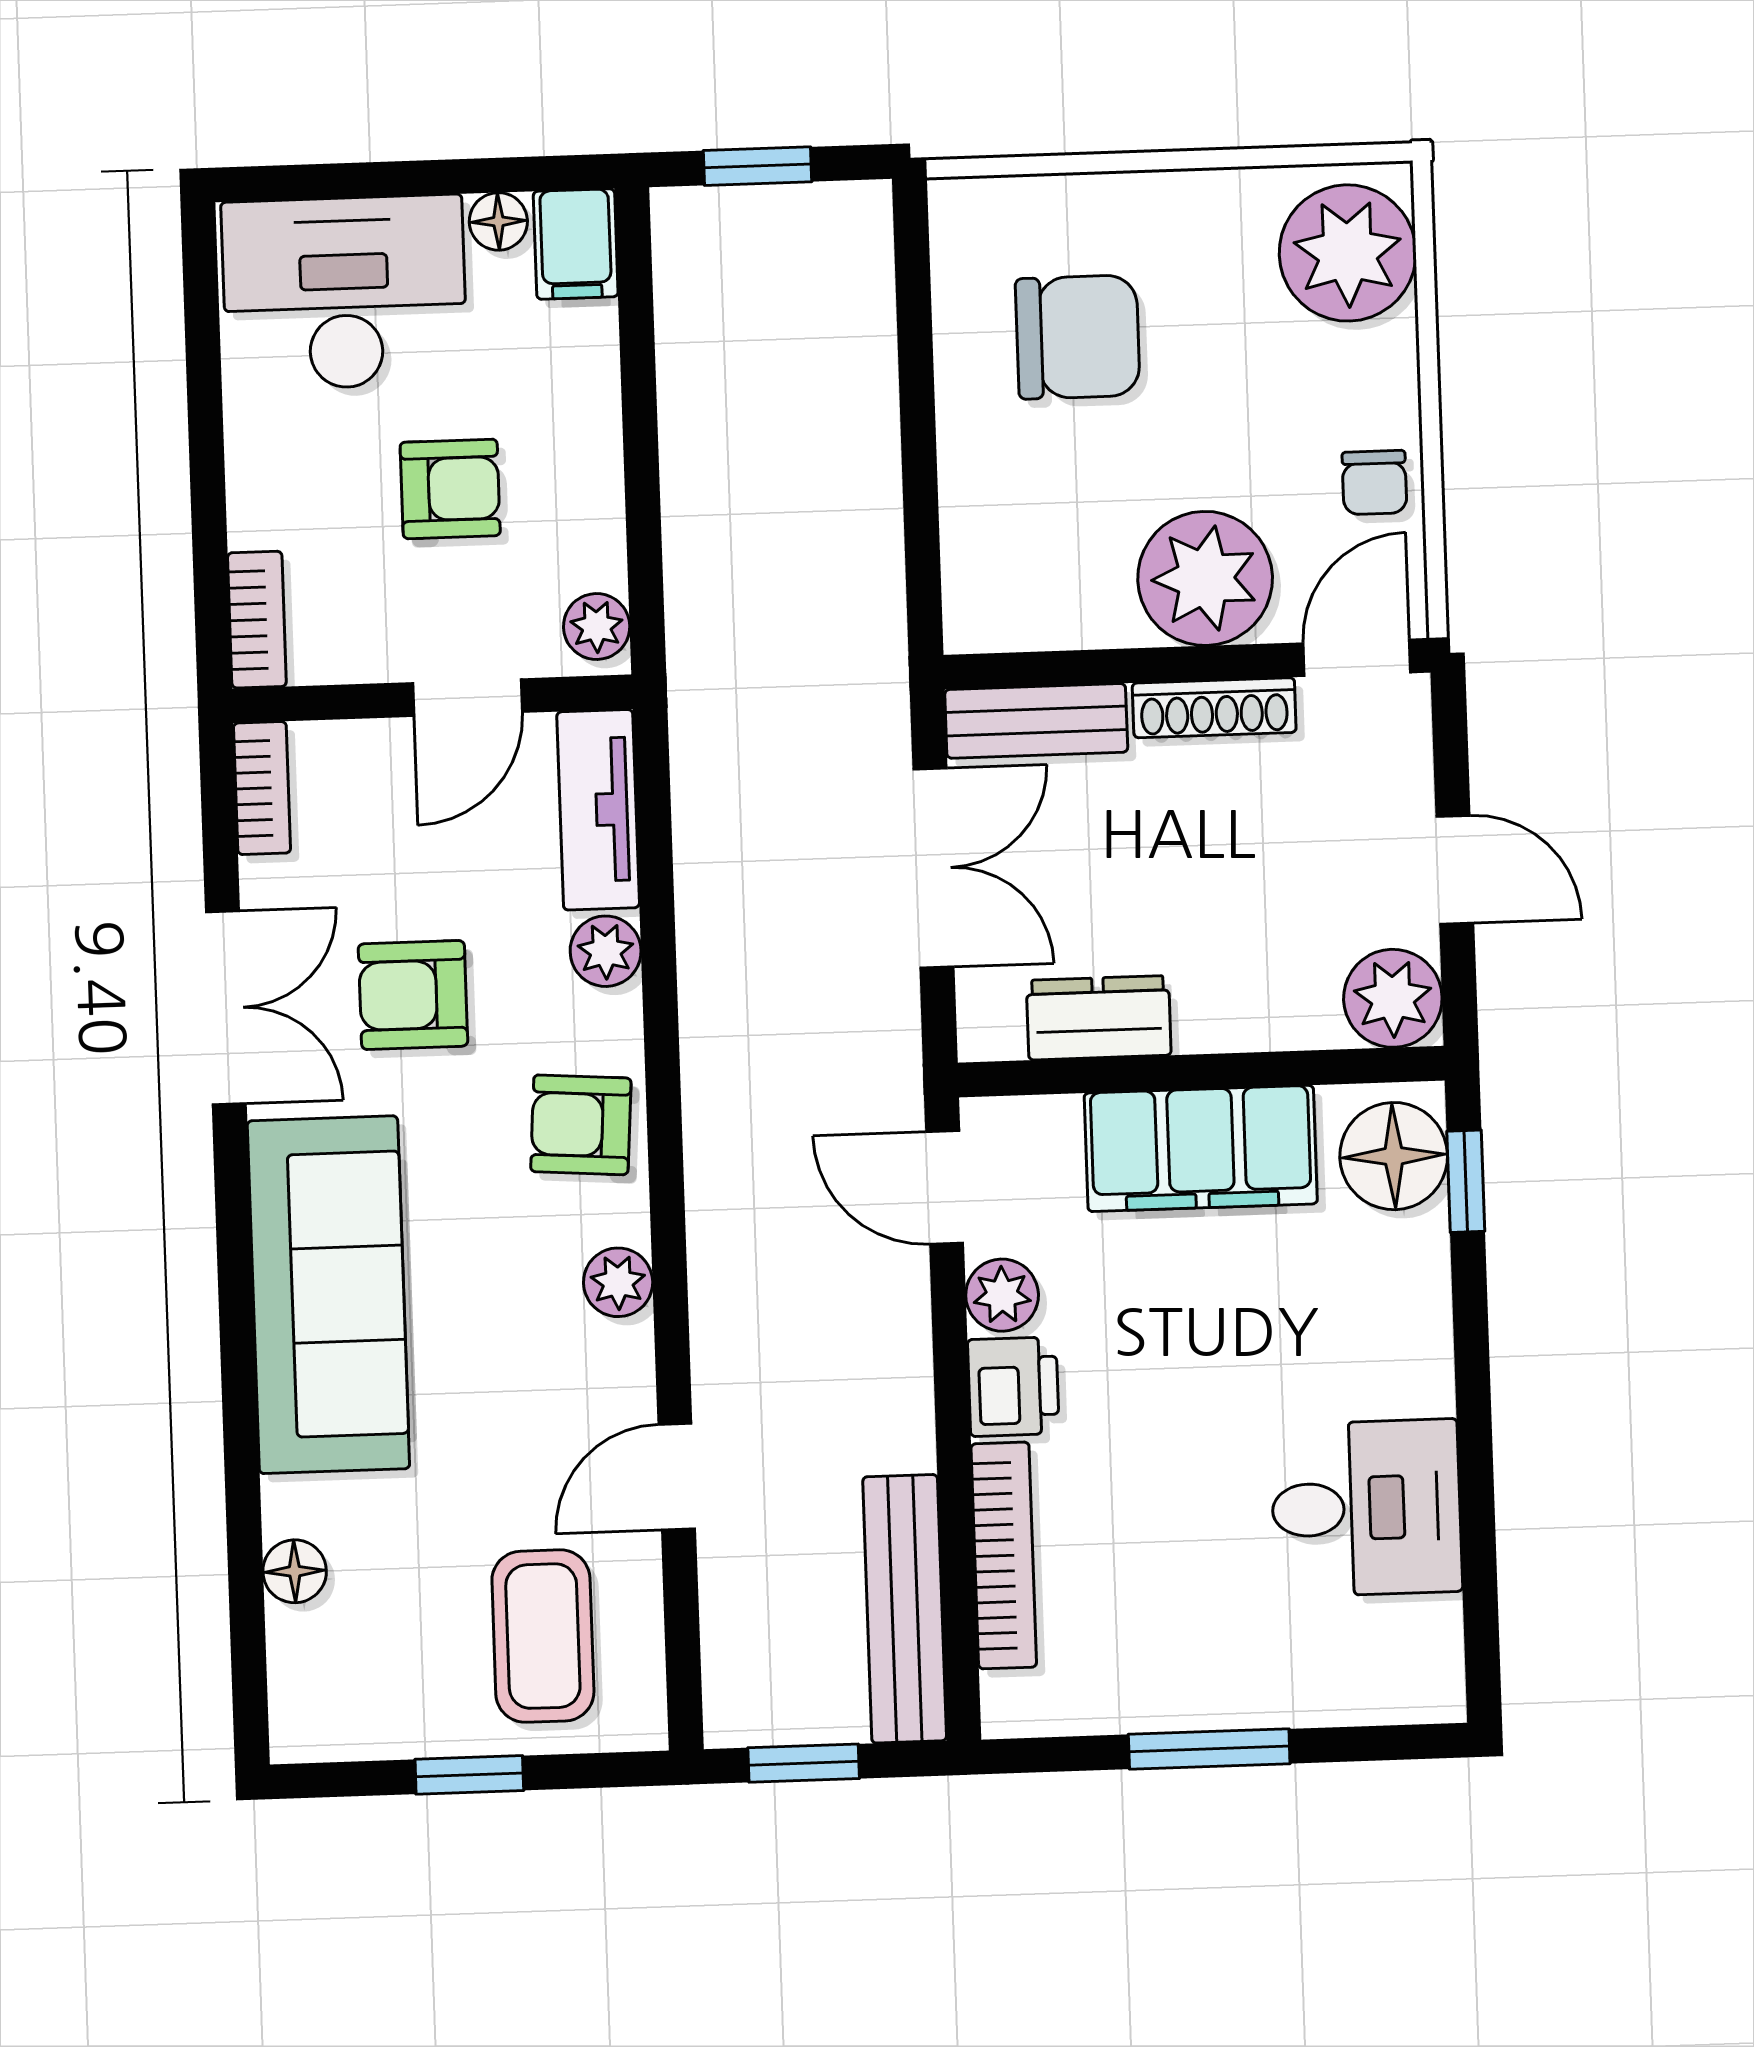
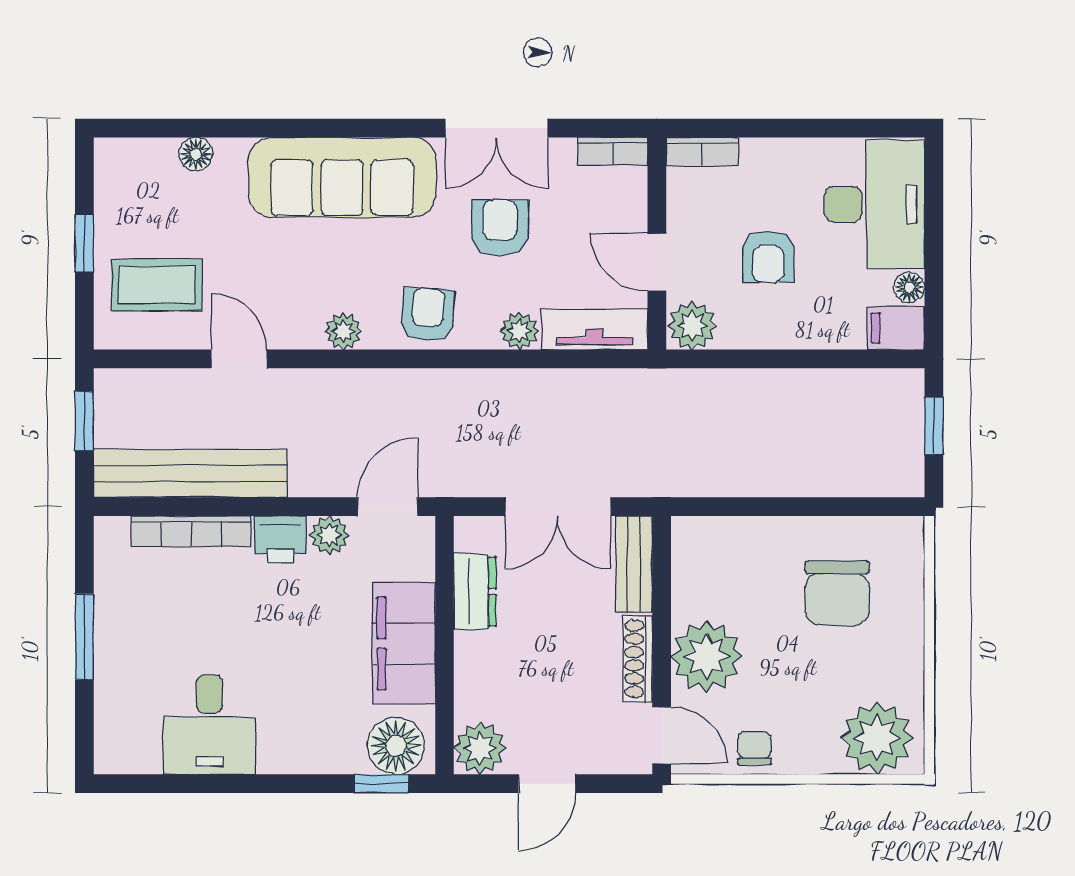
chair: (1374, 483) -> (754, 748), turned 90
plant: (597, 627) -> (692, 325), width x1.38, depth x1.38
bench: (905, 1609) -> (191, 473), width x1.37, depth x1.21

